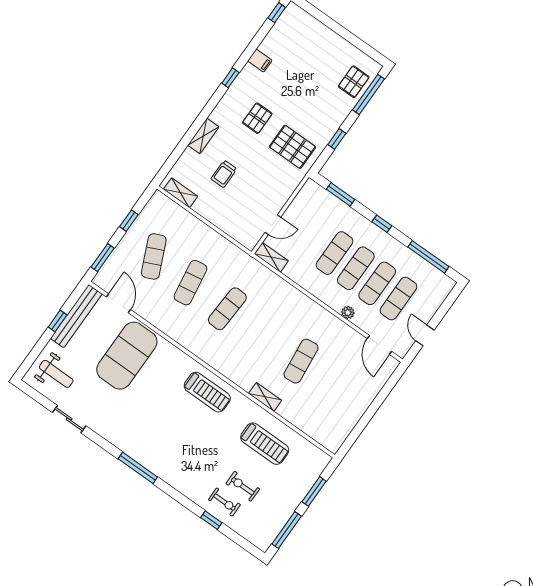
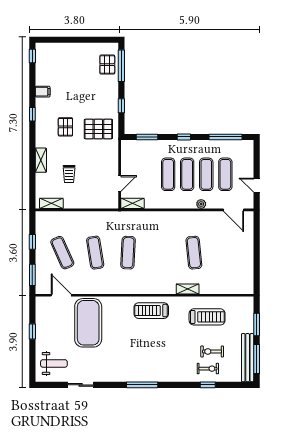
bench: (76, 316) -> (248, 358), moved
treadmill: (207, 392) -> (151, 311), turned 180

